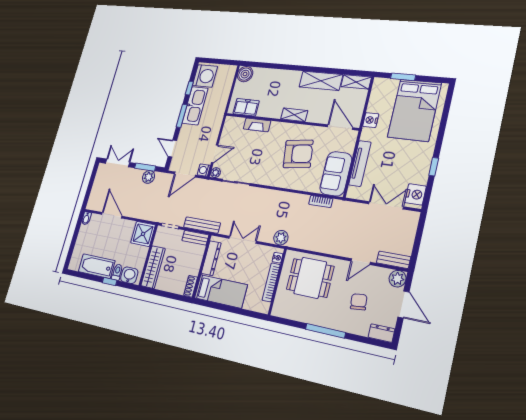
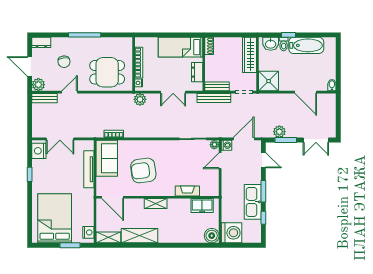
washing machine: (205, 76) -> (231, 233), moved, turned 180
nightstand: (371, 120) -> (88, 232), moved
dresser: (211, 258) -> (197, 72), width x0.70

